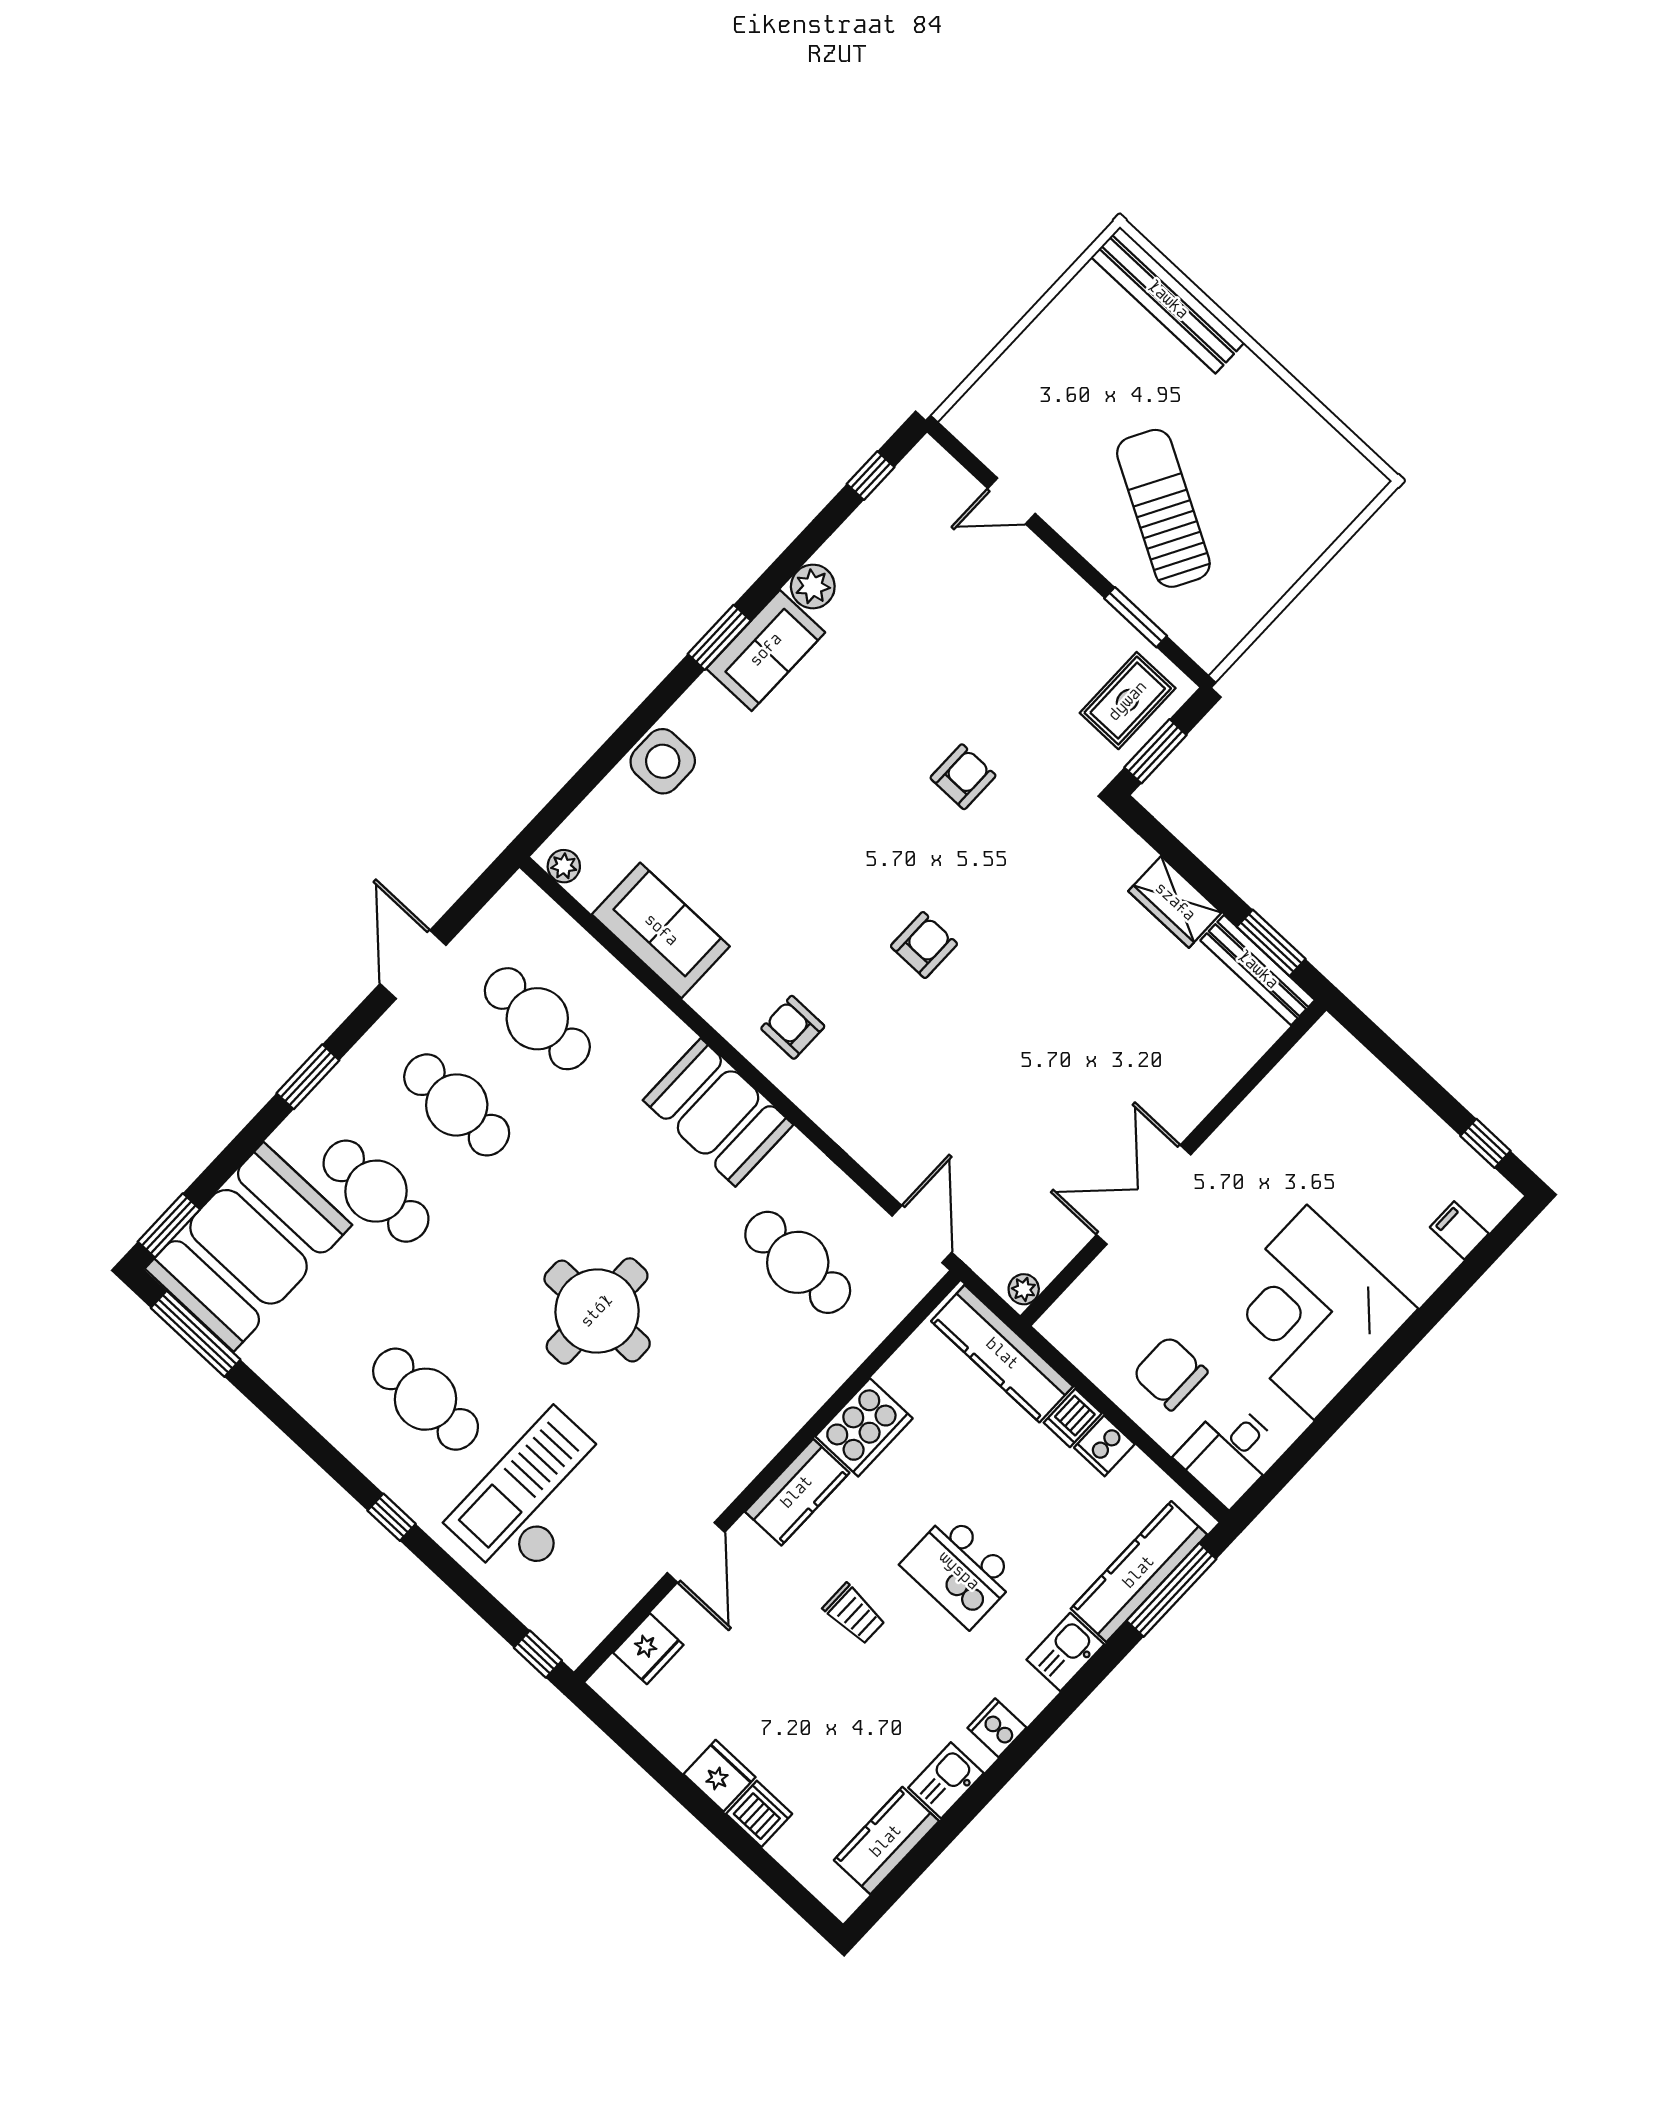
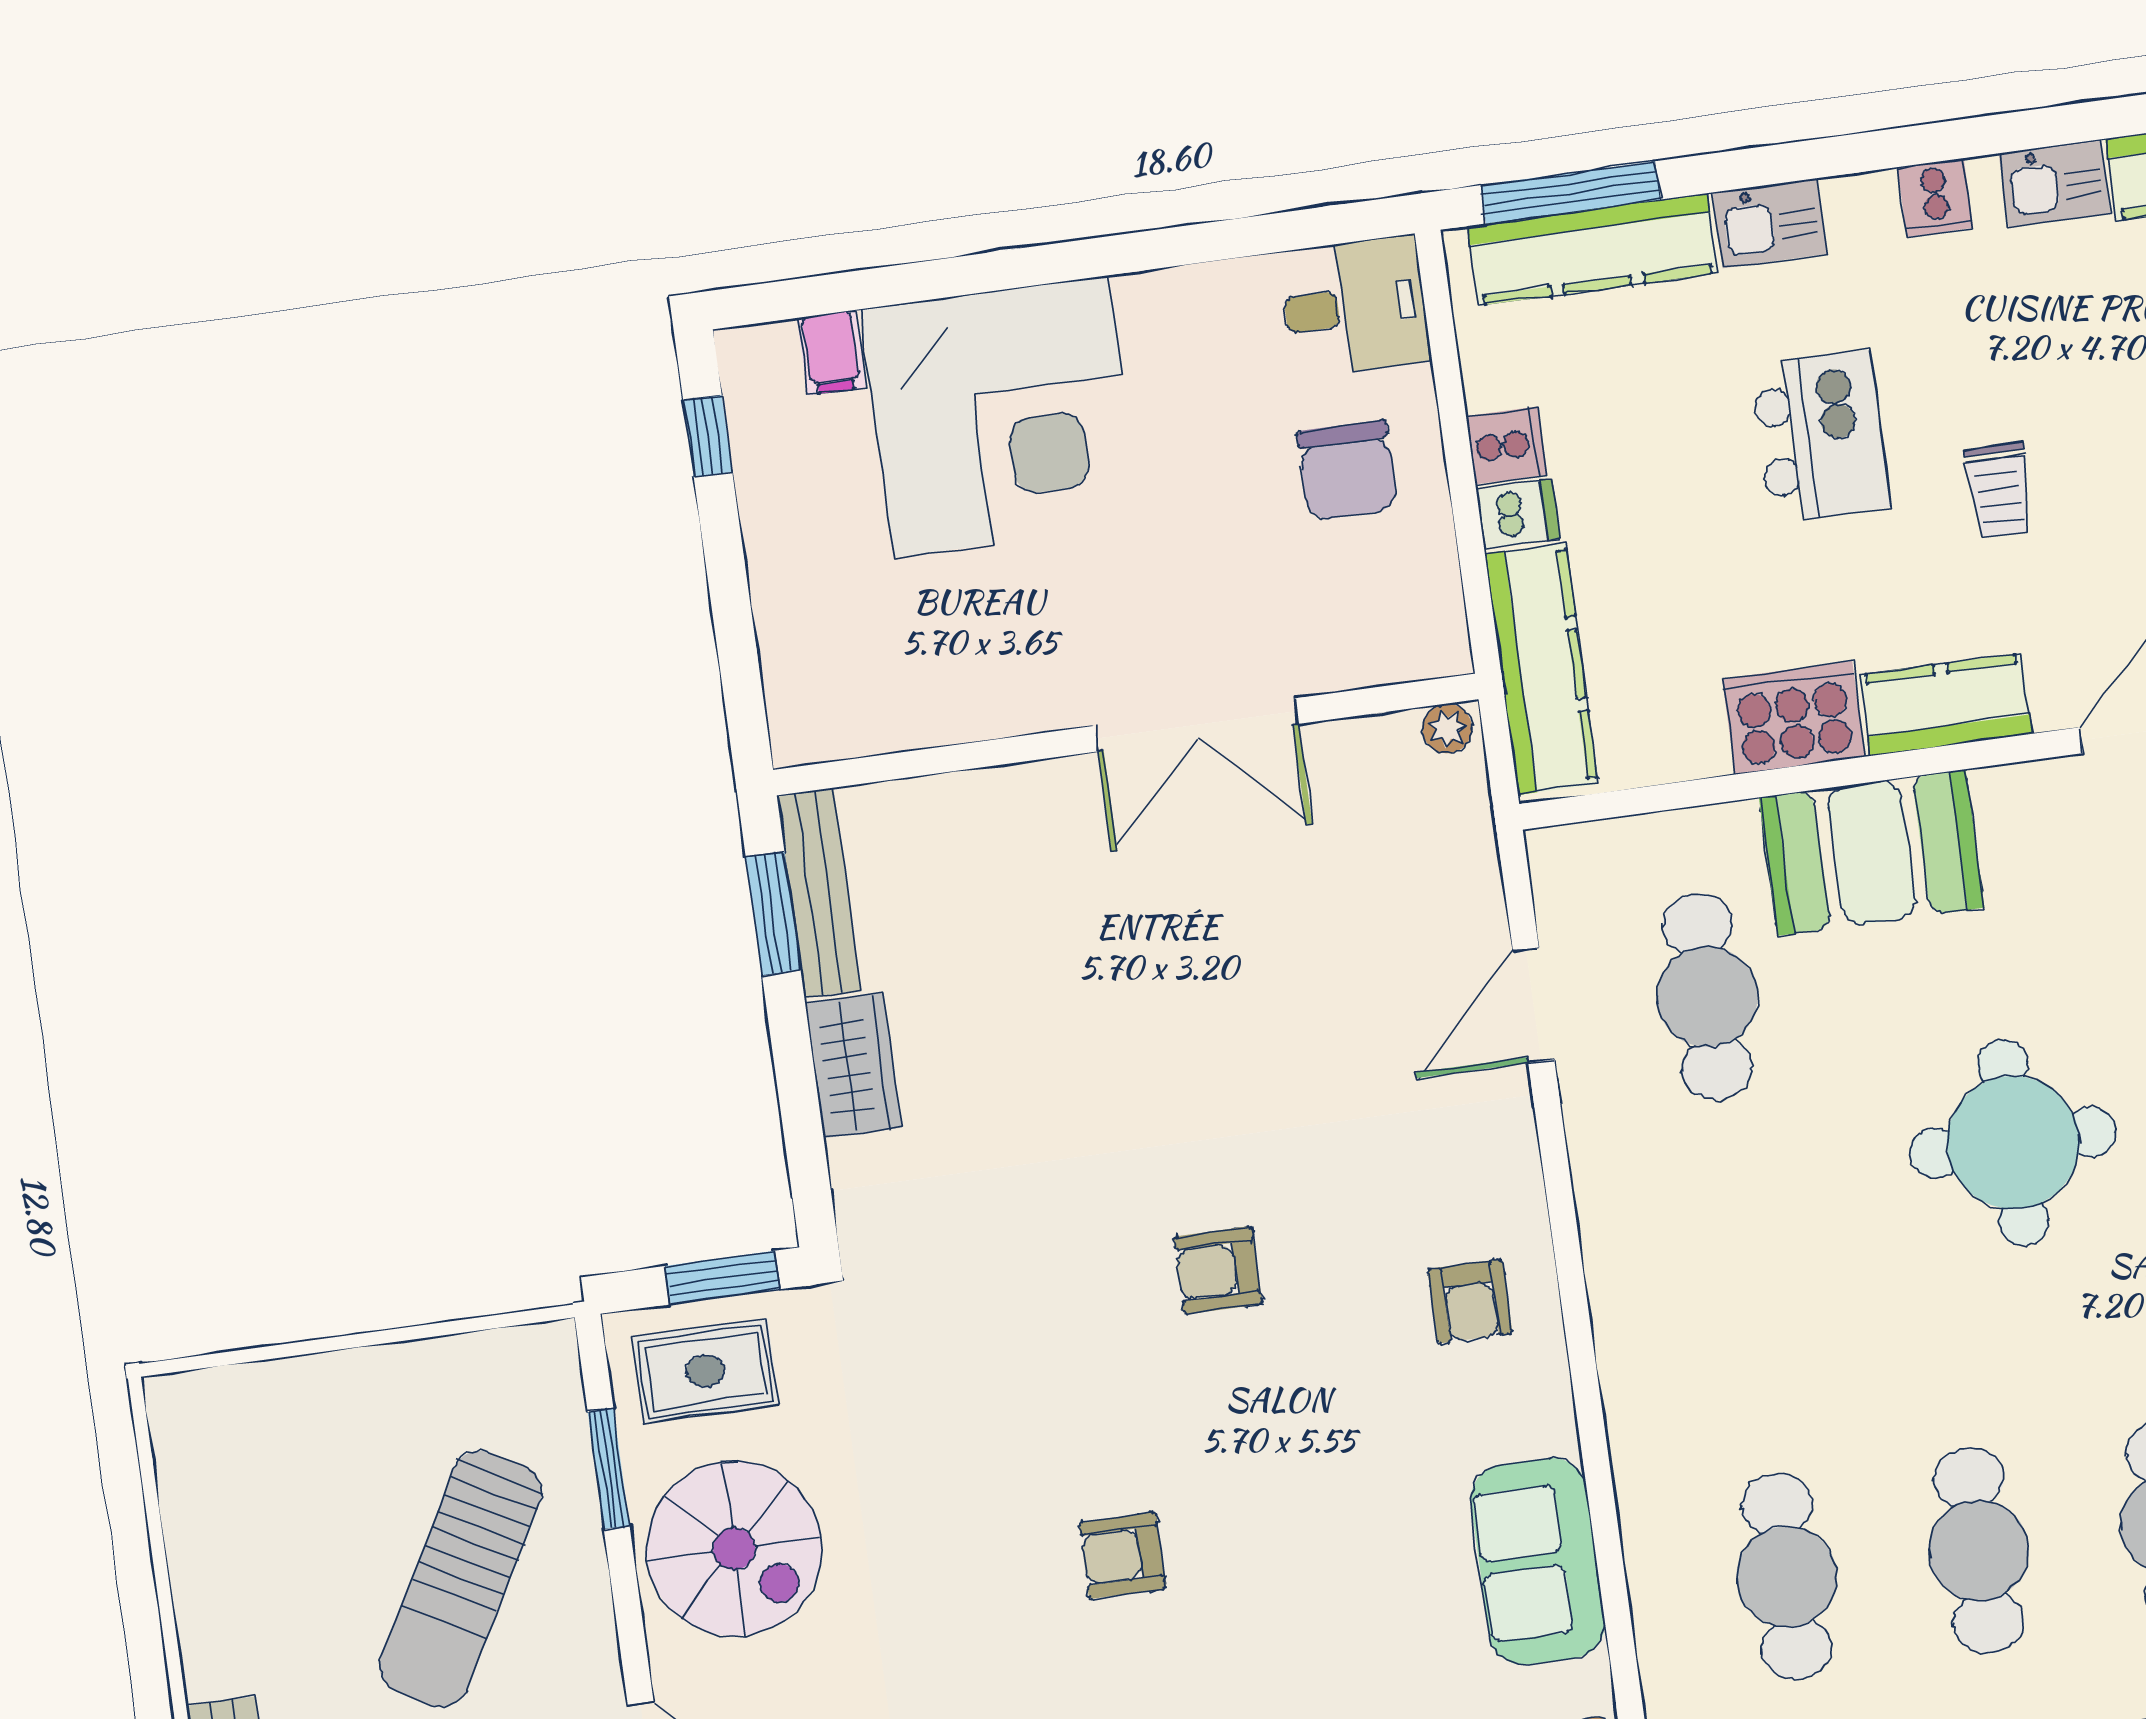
spiral stairs: (1046, 628) -> (734, 1549), added
armchair: (963, 777) -> (1122, 1555), moved
booth: (718, 1112) -> (1872, 853), moved, turned 90
door: (922, 1234) -> (1534, 1005), moved
corner desk: (1311, 1312) -> (1001, 416), moved
trolley: (854, 1614) -> (1999, 490), turned 180

